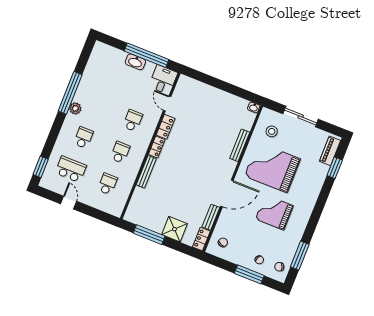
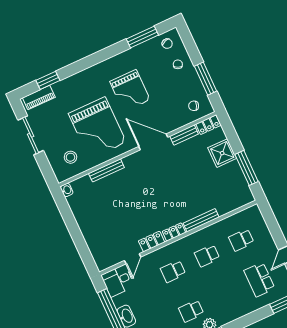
sliding door: (301, 117) -> (31, 135), moved
school desk: (83, 138) -> (191, 311), moved
window: (249, 274) -> (205, 79), moved

